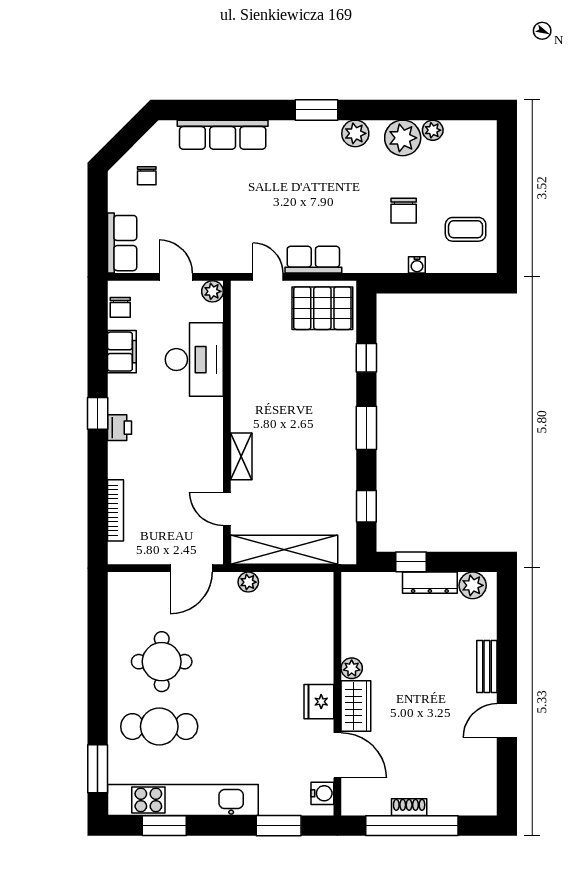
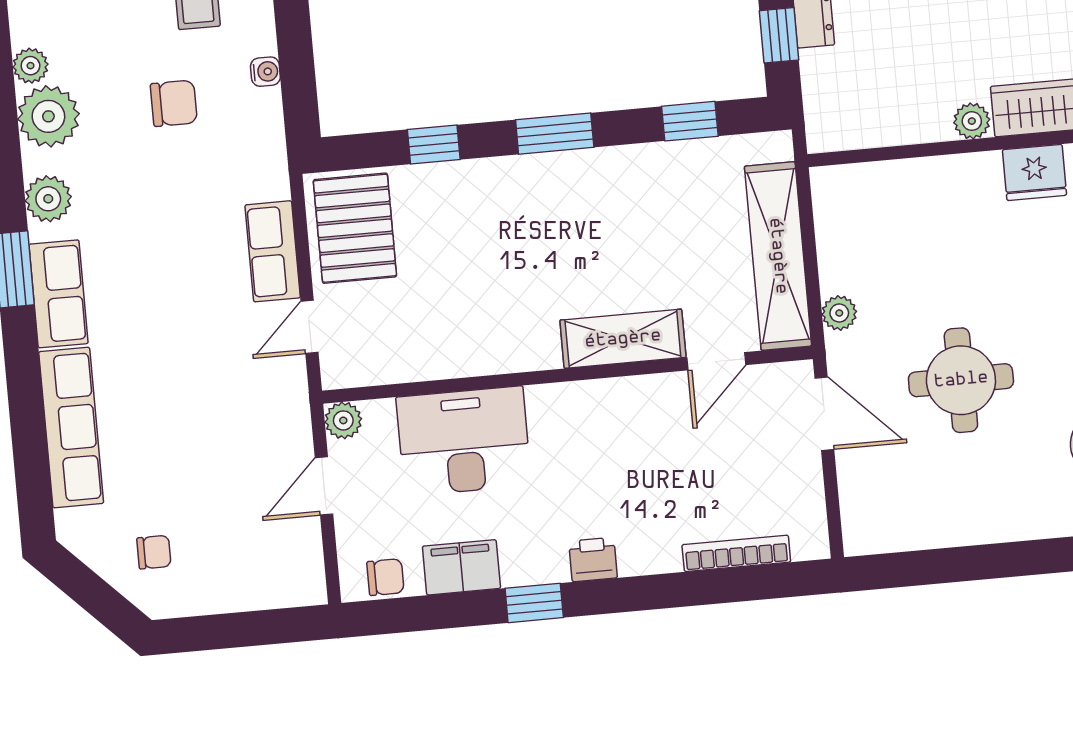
row of seats: (122, 243) -> (59, 294), moved, turned 90
window: (98, 413) -> (534, 603), moved
shelving: (241, 456) -> (623, 339), width x1.50, depth x1.33
round table: (162, 662) -> (961, 380), moved

